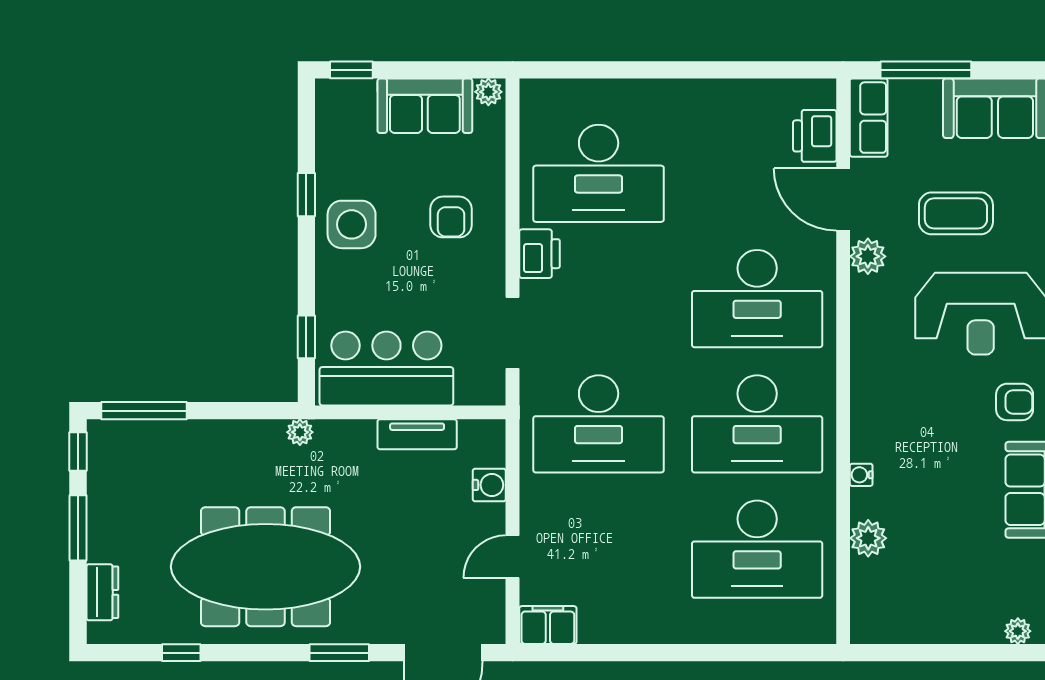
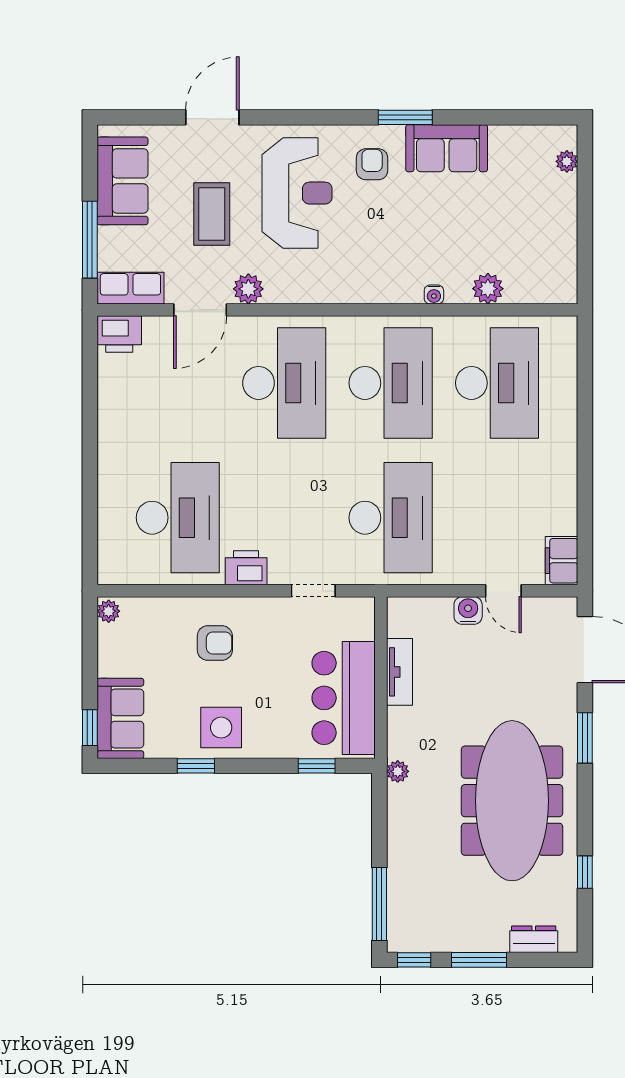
sofa: (425, 106) -> (120, 718), moved
printer: (815, 136) -> (119, 334), moved
doorway: (513, 333) -> (313, 591), width x0.73
water cooler: (489, 485) -> (468, 611), moved

